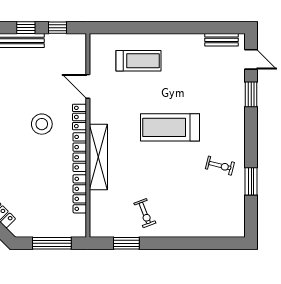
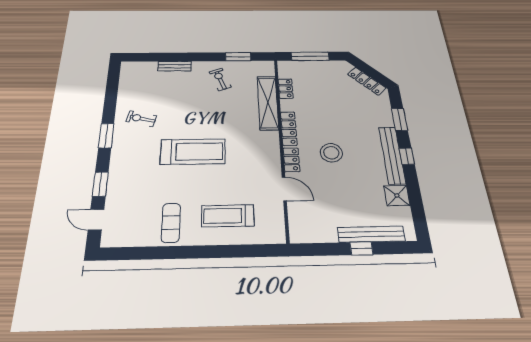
window: (57, 28) -> (324, 249), removed
bench: (221, 40) -> (175, 66), moved
exercise mat: (187, 55) -> (171, 223), added
shelving: (98, 157) -> (268, 103), moved
window: (251, 181) -> (106, 136), moved
locker: (80, 194) -> (286, 89), width x0.66

